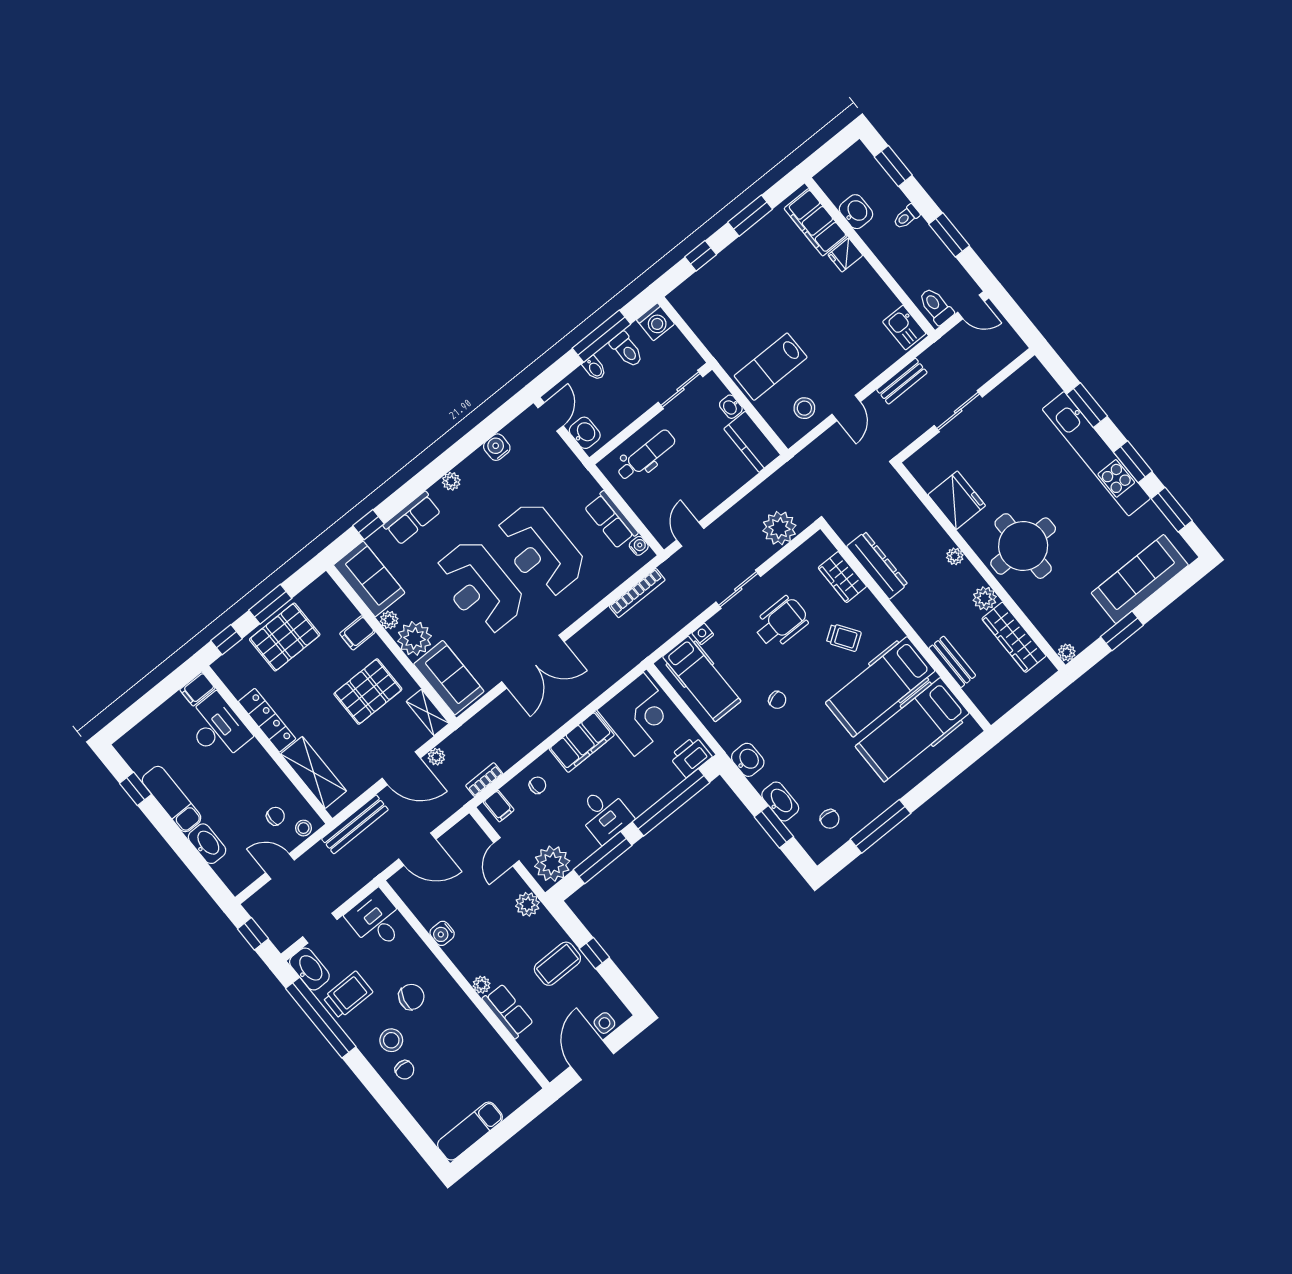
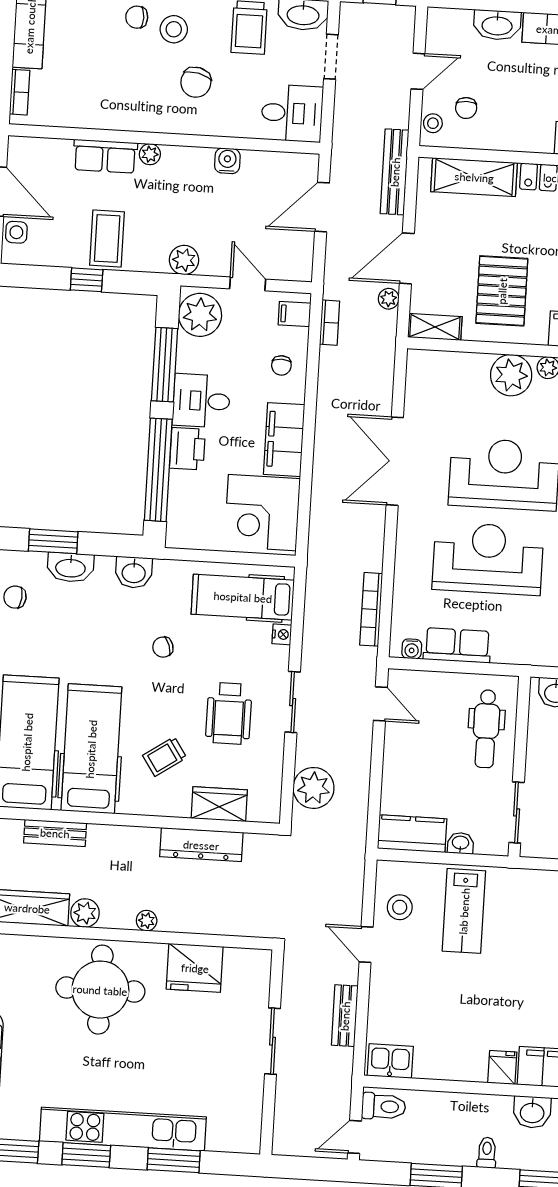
lab bench: (771, 367) -> (464, 911), turned 180
sofa: (449, 678) -> (449, 374), removed
printer: (691, 757) -> (187, 449), moved
bookcase: (517, 1100) -> (20, 92), added

